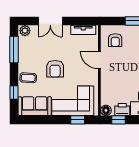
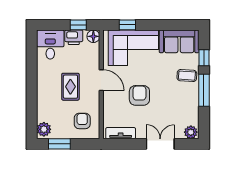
window: (14, 50) -> (204, 90), moved
door: (99, 60) -> (101, 80), moved
armchair: (55, 69) -> (139, 95), moved
rug: (125, 69) -> (70, 87), added

